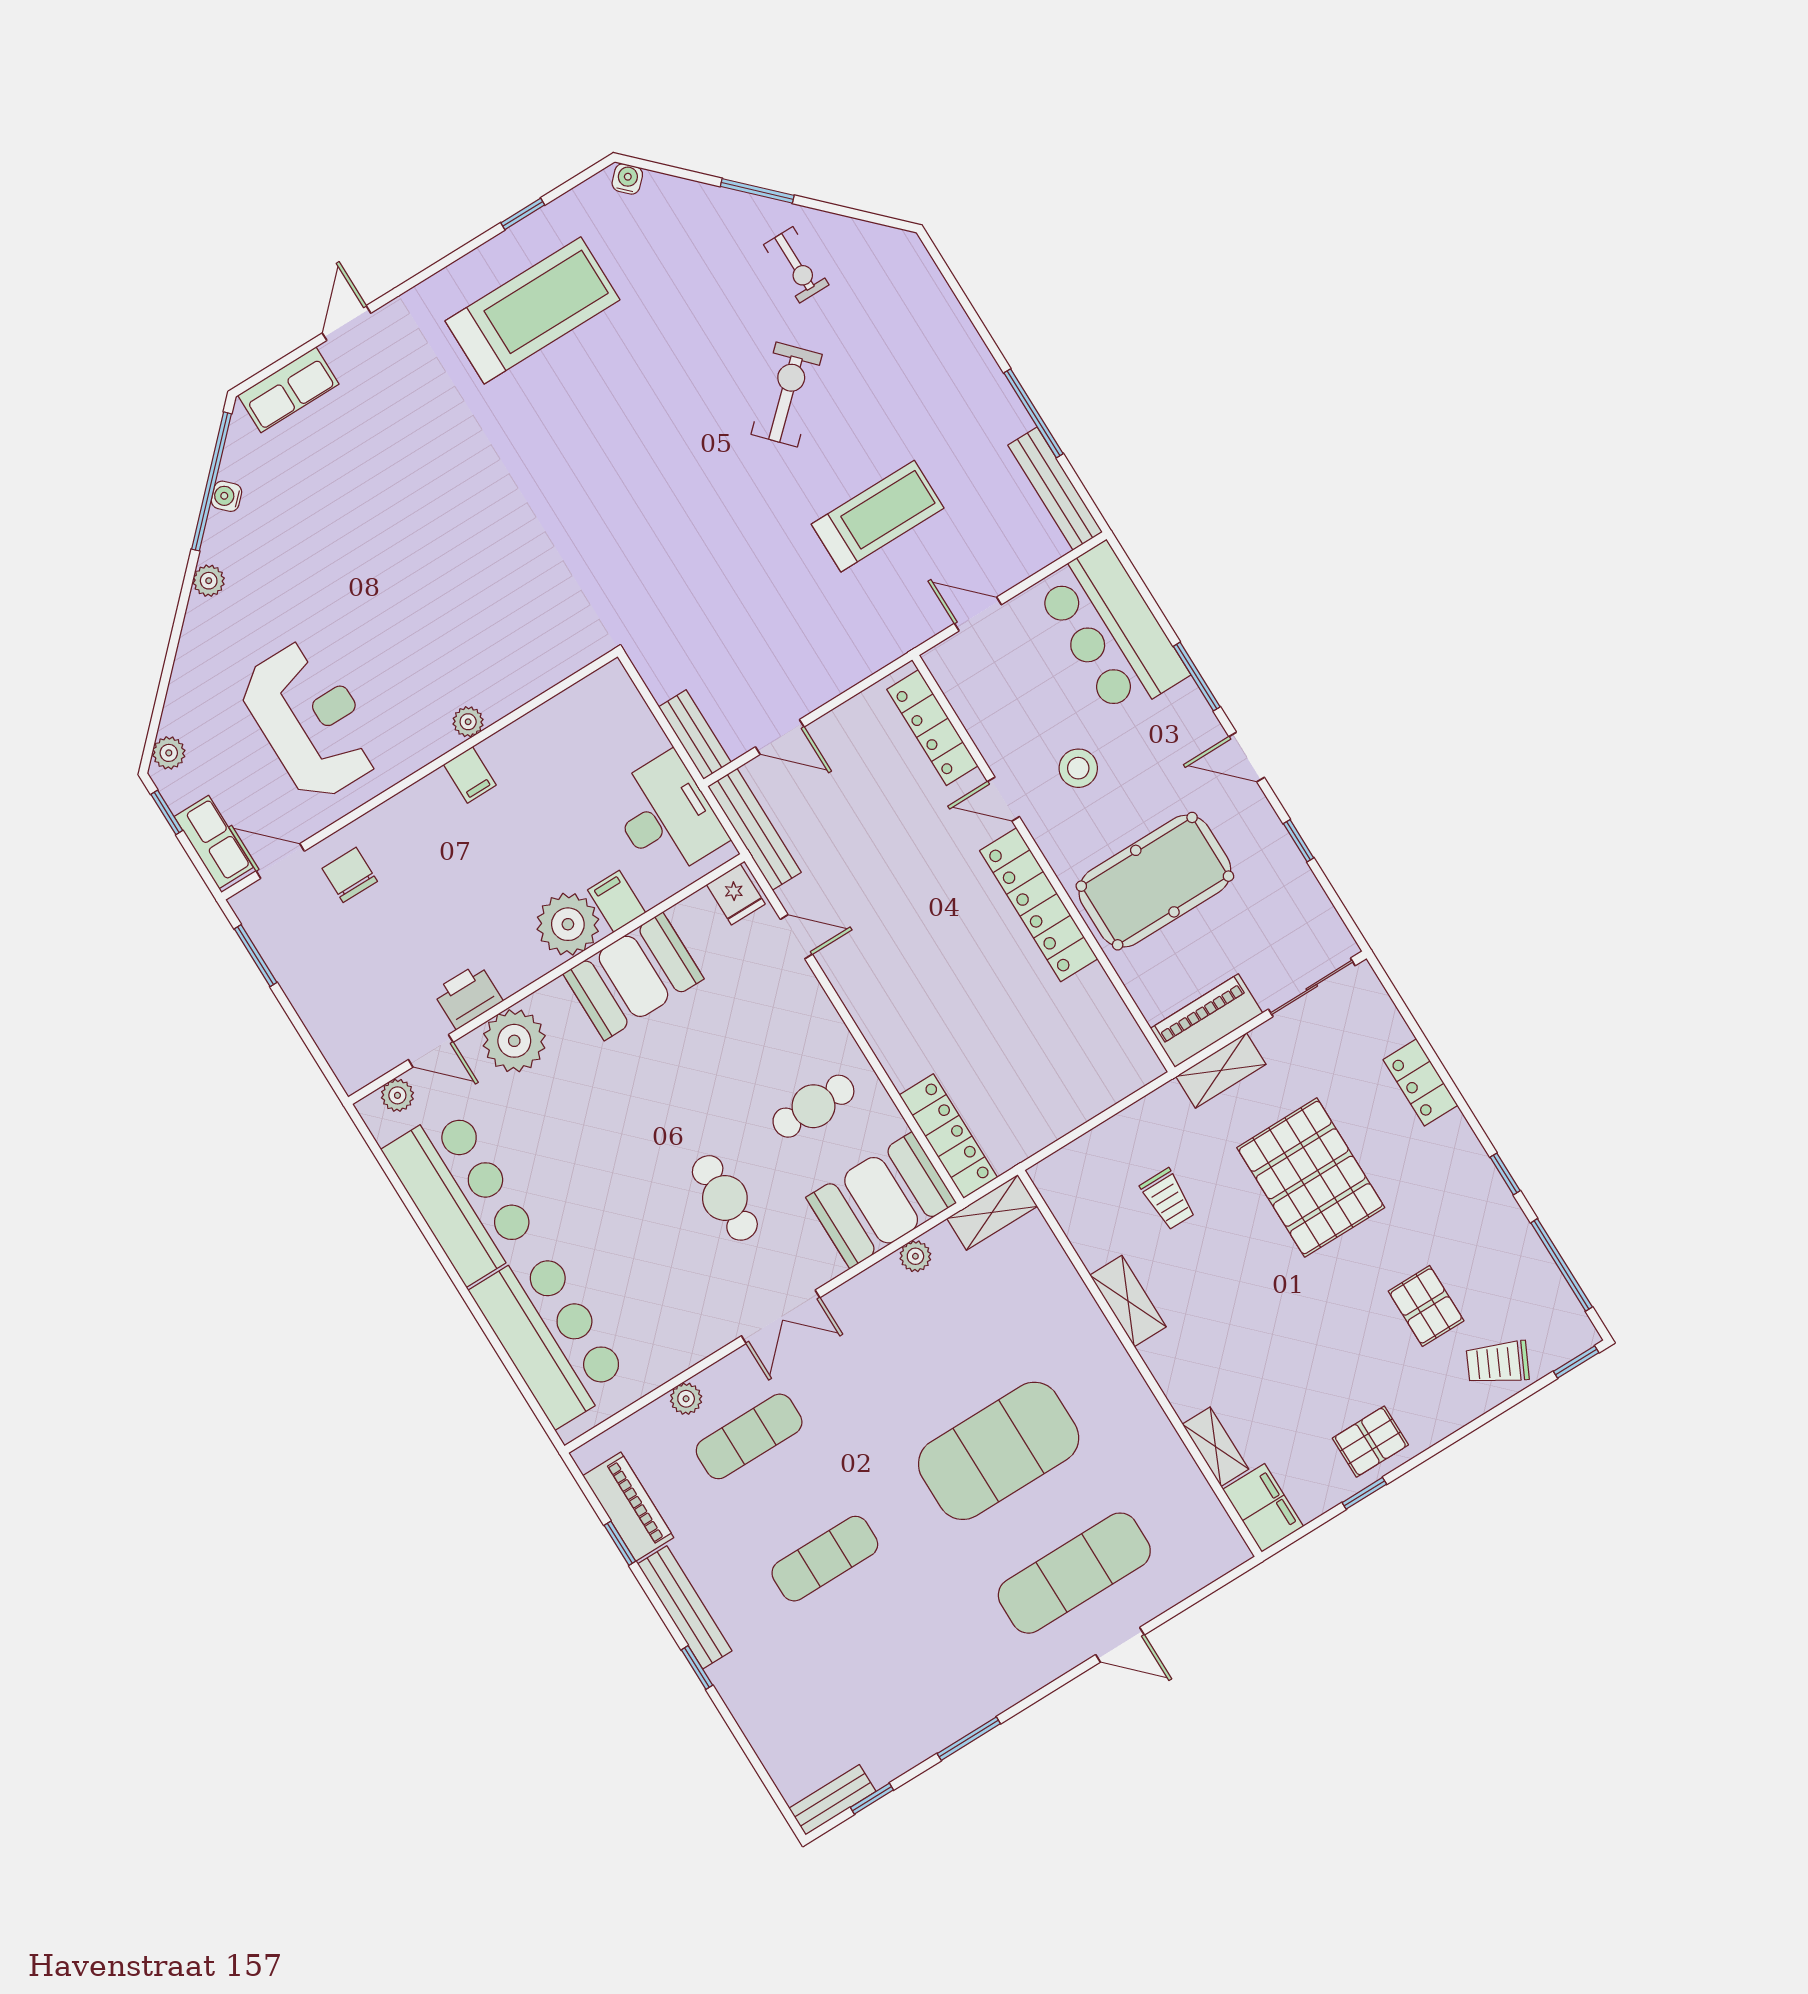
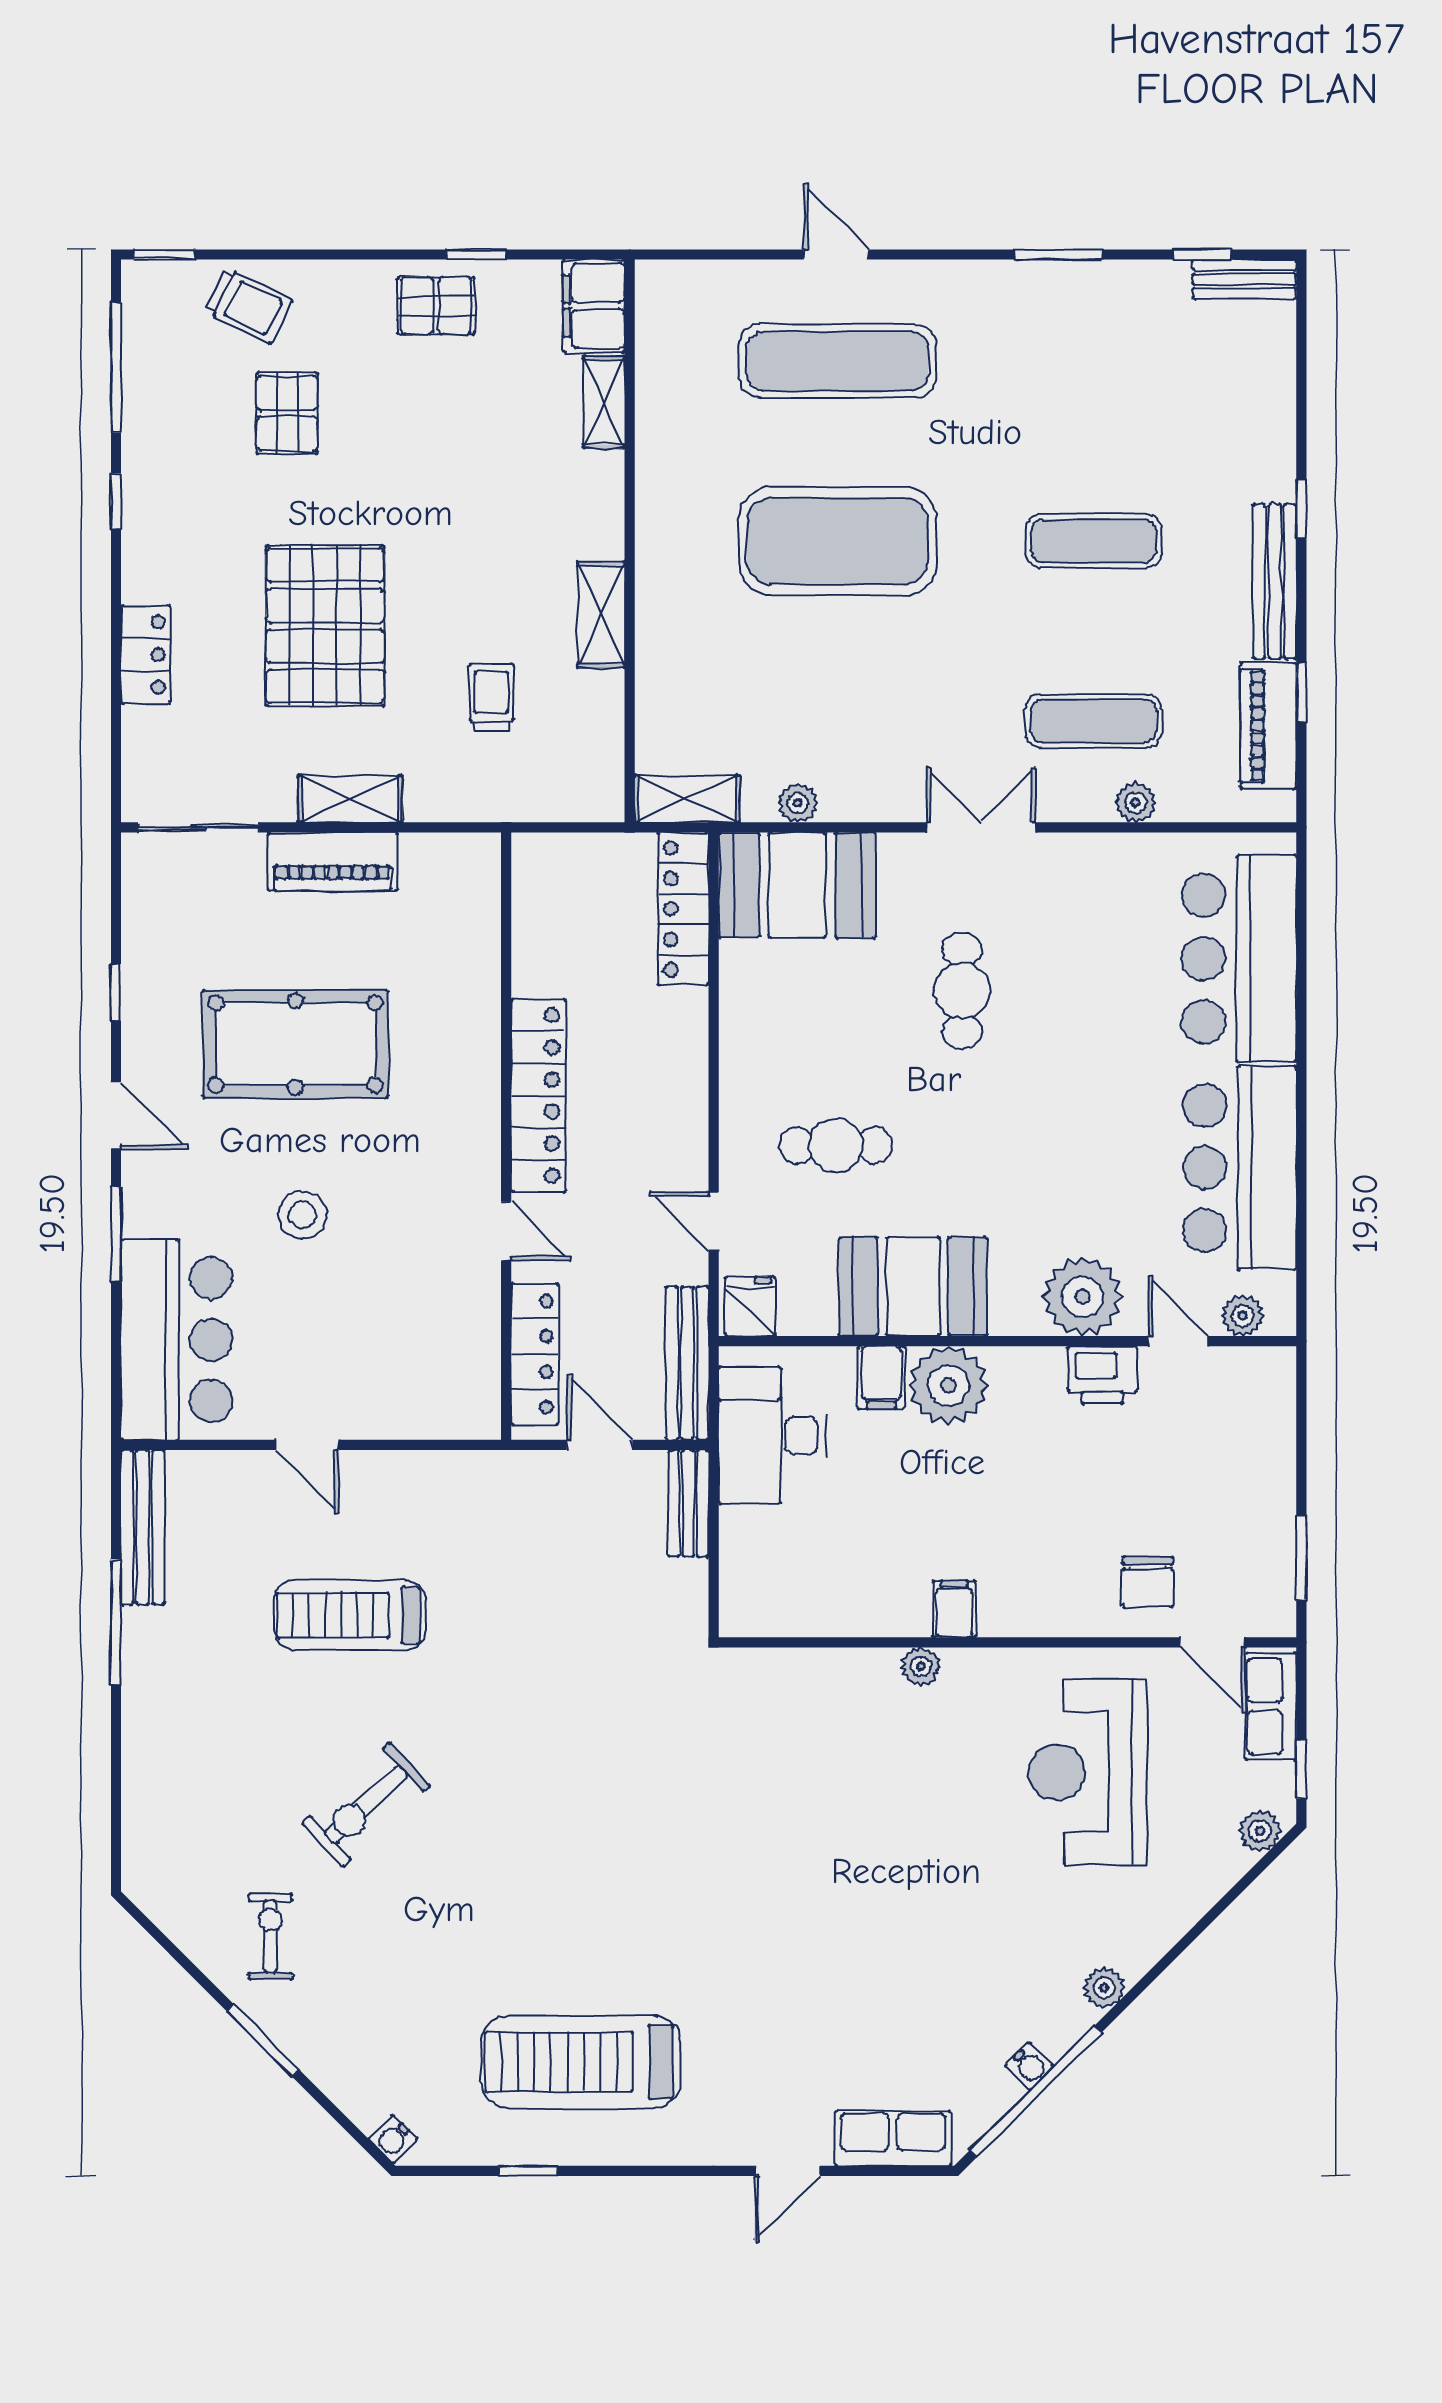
locker: (932, 728) -> (535, 1354), moved
door: (1003, 799) -> (506, 1231), moved
wall: (1043, 864) -> (506, 1136), moved
locker: (1039, 905) -> (538, 1096), moved
cafe table: (813, 1106) -> (836, 1145), moved

